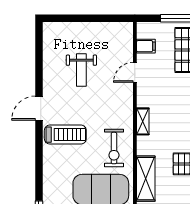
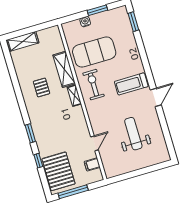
weight bench: (81, 70) -> (133, 134), width x1.36, depth x1.33
shelving: (143, 121) -> (74, 96), moved

